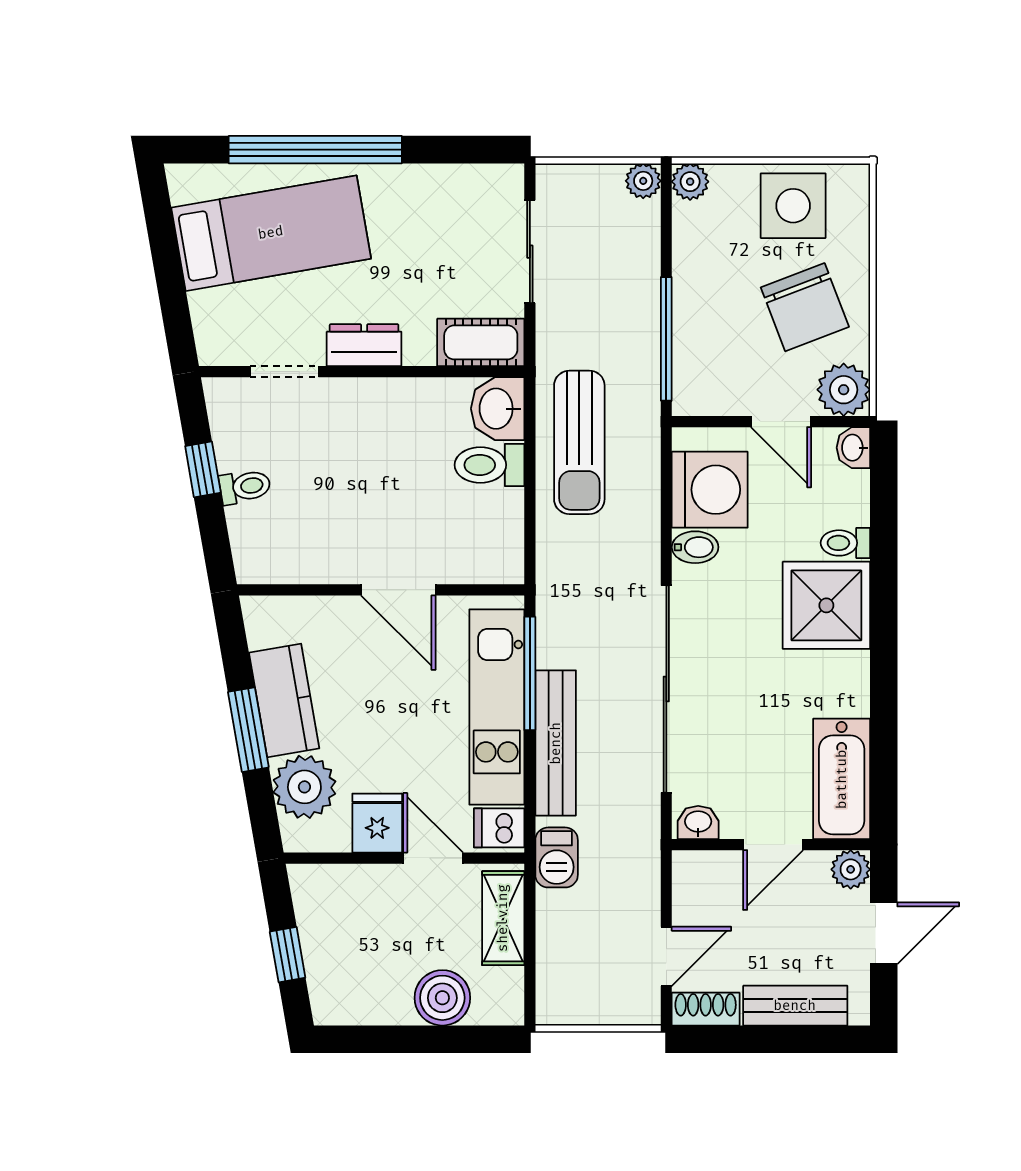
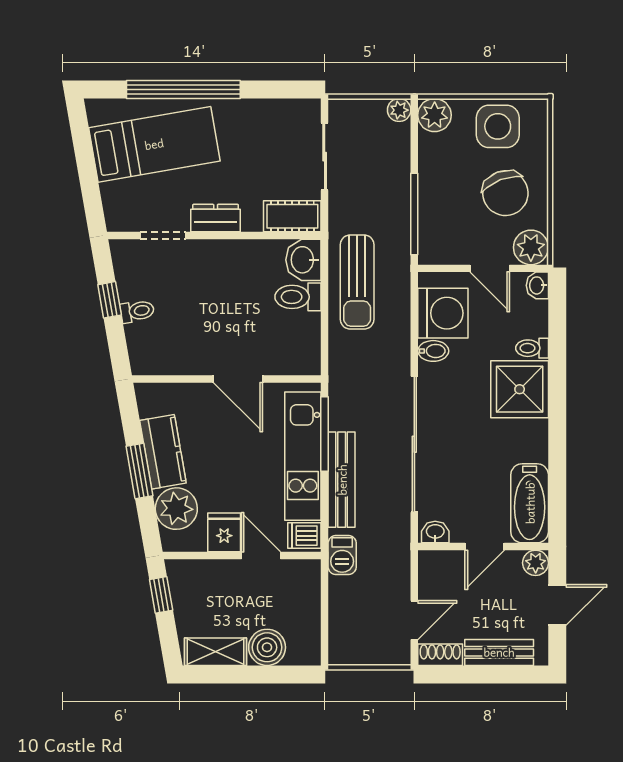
plant: (690, 182) -> (435, 115), width x1.38, depth x1.38
shelving: (503, 918) -> (216, 652), moved, turned 90
window: (288, 955) -> (161, 595), moved

